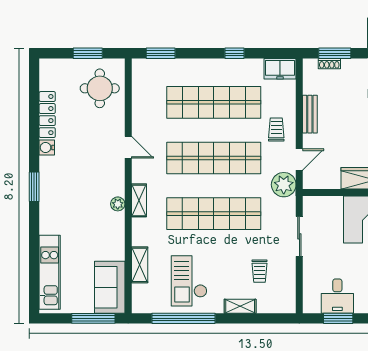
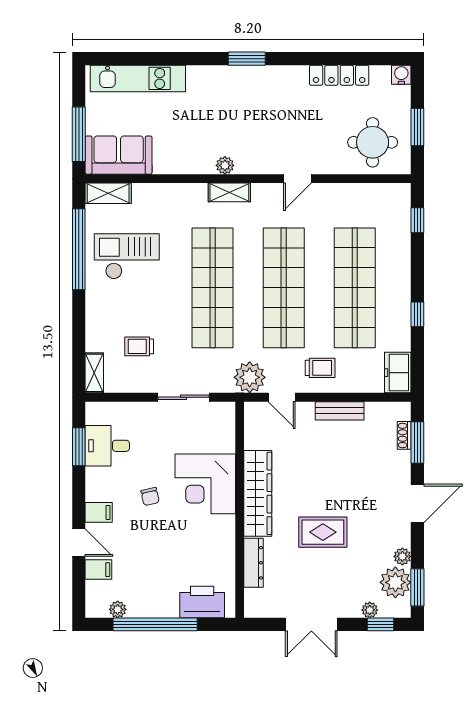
window: (161, 53) -> (417, 220), width x0.67
water cooler: (47, 148) -> (401, 75), moved
shelving: (140, 265) -> (108, 193), moved
shelving: (240, 306) -> (94, 373), moved

